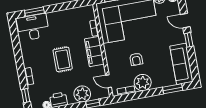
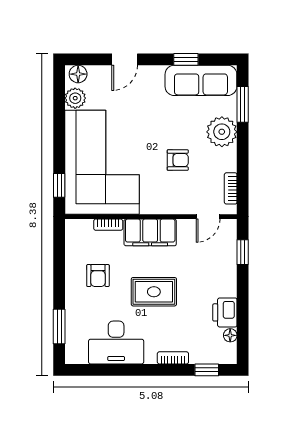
desk: (33, 27) -> (116, 343), moved, turned -90
armchair: (66, 28) -> (98, 276), added
window: (189, 40) -> (186, 59), moved
plant: (143, 83) -> (222, 132), moved
plant: (82, 94) -> (222, 268), removed

